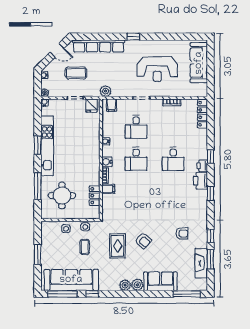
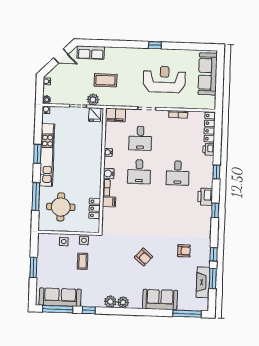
window: (133, 37) -> (155, 45), moved
row of seats: (99, 46) -> (91, 53), width x0.50
reception desk: (157, 69) -> (164, 79), turned 180
coffee table: (76, 73) -> (105, 80), moved
plant: (106, 91) -> (93, 100), moved
filing cabinet: (111, 105) -> (115, 115), width x2.00
printer: (202, 166) -> (209, 149), moved
rug: (117, 246) -> (117, 261), removed
sofa: (71, 280) -> (60, 297), width x0.74, depth x0.79
plant: (137, 285) -> (110, 302), moved

